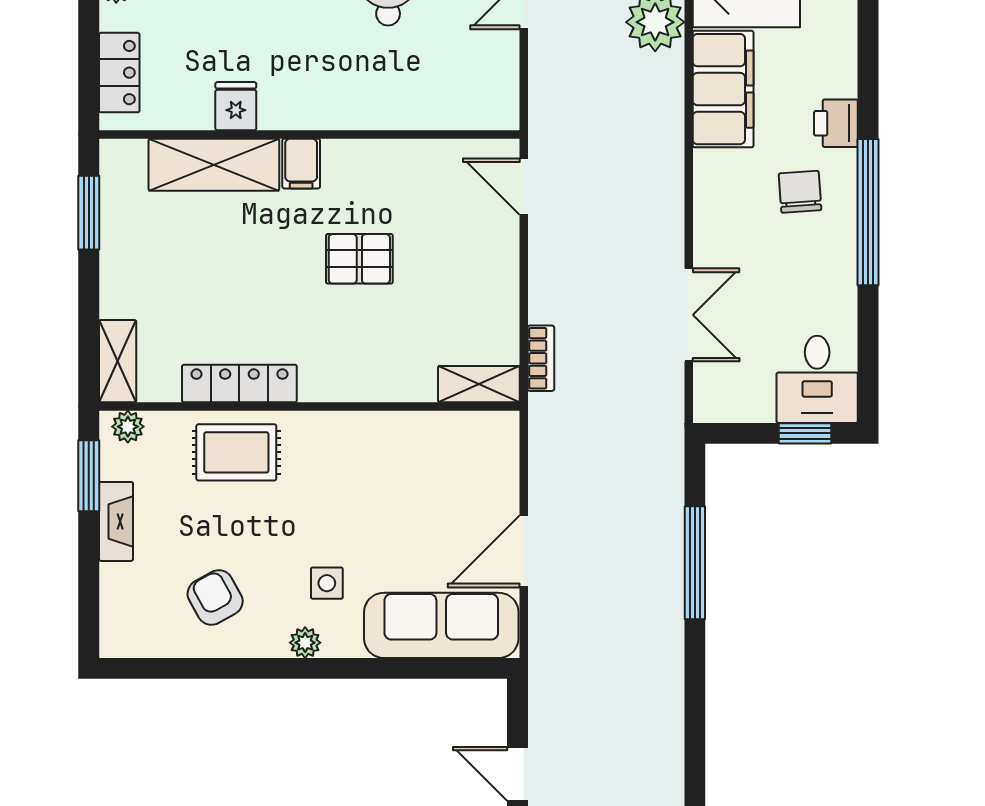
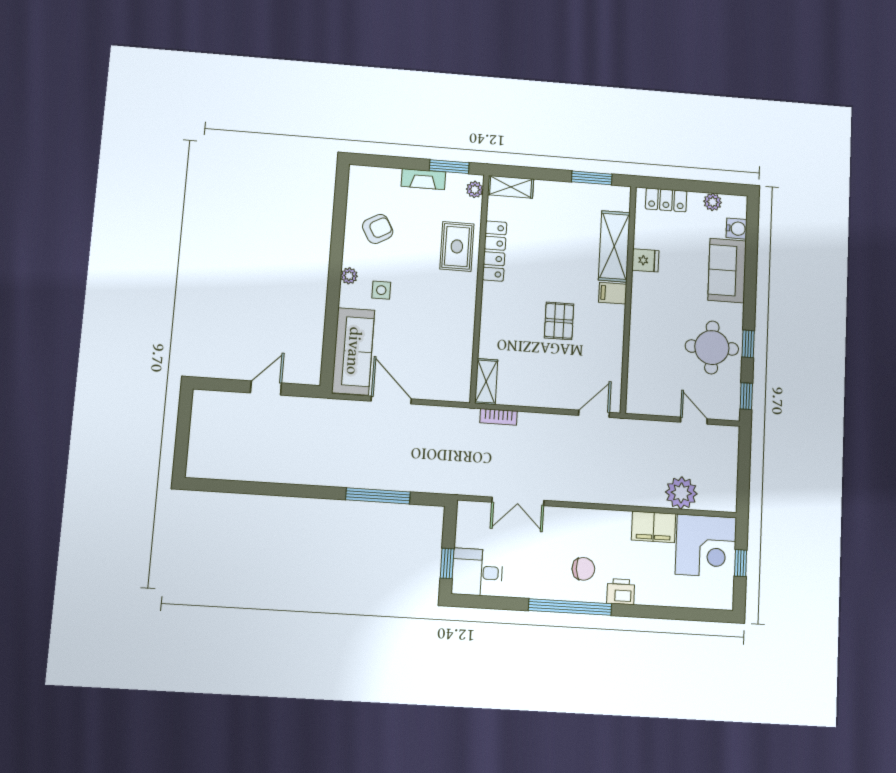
filing cabinet: (723, 89) -> (654, 527), width x0.67, depth x0.86

